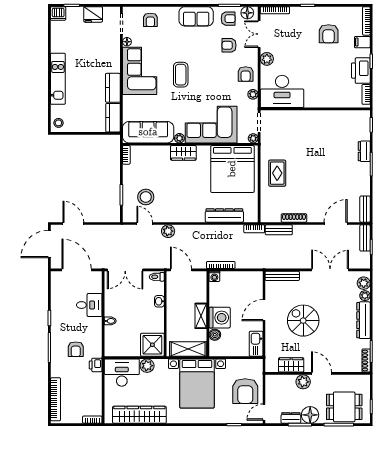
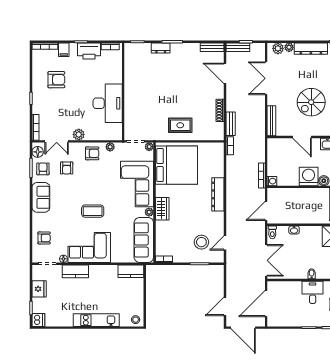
kitchen counter: (113, 88) -> (75, 271), moved
desk: (282, 91) -> (108, 103), moved
dresser: (224, 216) -> (218, 194), moved
plant: (168, 231) -> (232, 222), removed
desk: (89, 305) -> (313, 292), moved
shelving: (201, 316) -> (307, 193), removed

